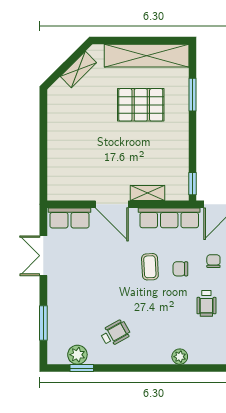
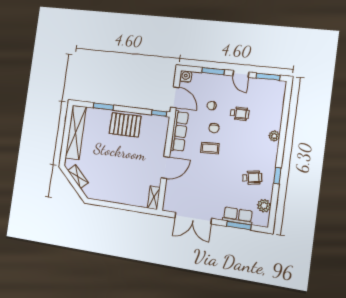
pallet: (141, 105) -> (125, 125), moved, turned 90
shelving: (148, 193) -> (154, 198), moved
row of seats: (70, 218) -> (238, 216), moved, turned -90
double door: (43, 256) -> (193, 218), width x1.37
wheelchair: (115, 333) -> (252, 178), turned 109
window: (82, 368) -> (277, 176), moved

